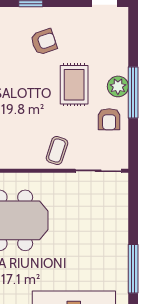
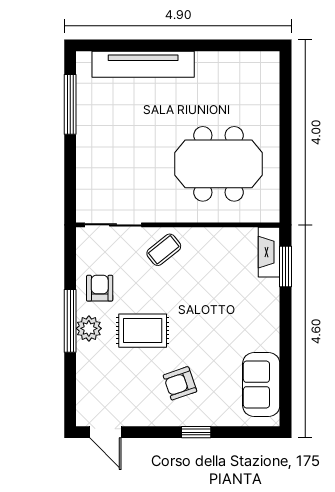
rug: (74, 85) -> (143, 331), turned 90
coffee table: (57, 151) -> (164, 250), turned 33

